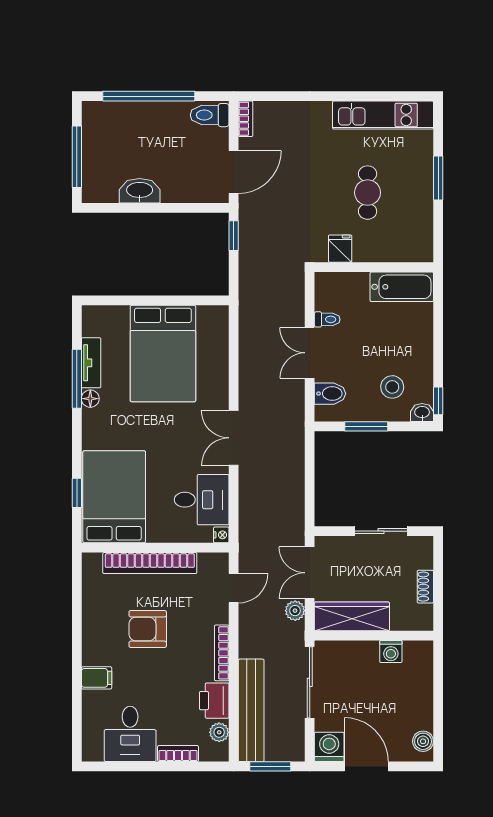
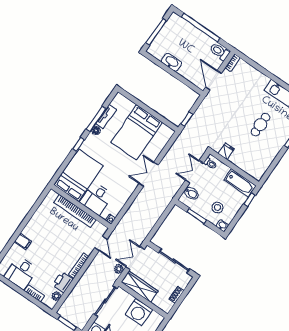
door: (234, 172) -> (213, 80), swing flipped
window: (234, 236) -> (187, 119), moved
fridge: (340, 249) -> (226, 151), moved
wall: (374, 267) -> (234, 168), moved
bathtub: (402, 287) -> (240, 183), moved
window: (438, 401) -> (250, 200), moved
double door: (234, 438) -> (149, 174), moved
window: (77, 493) -> (78, 144), moved
desk: (202, 500) -> (97, 199), moved, turned 90
sliding door: (381, 531) -> (174, 261), width x1.37
door: (234, 588) -> (101, 243), hinge flipped
armchair: (148, 629) -> (56, 236), removed
washing machine: (391, 652) -> (139, 312), width x1.89, depth x1.89
bench: (251, 710) -> (75, 296), removed

